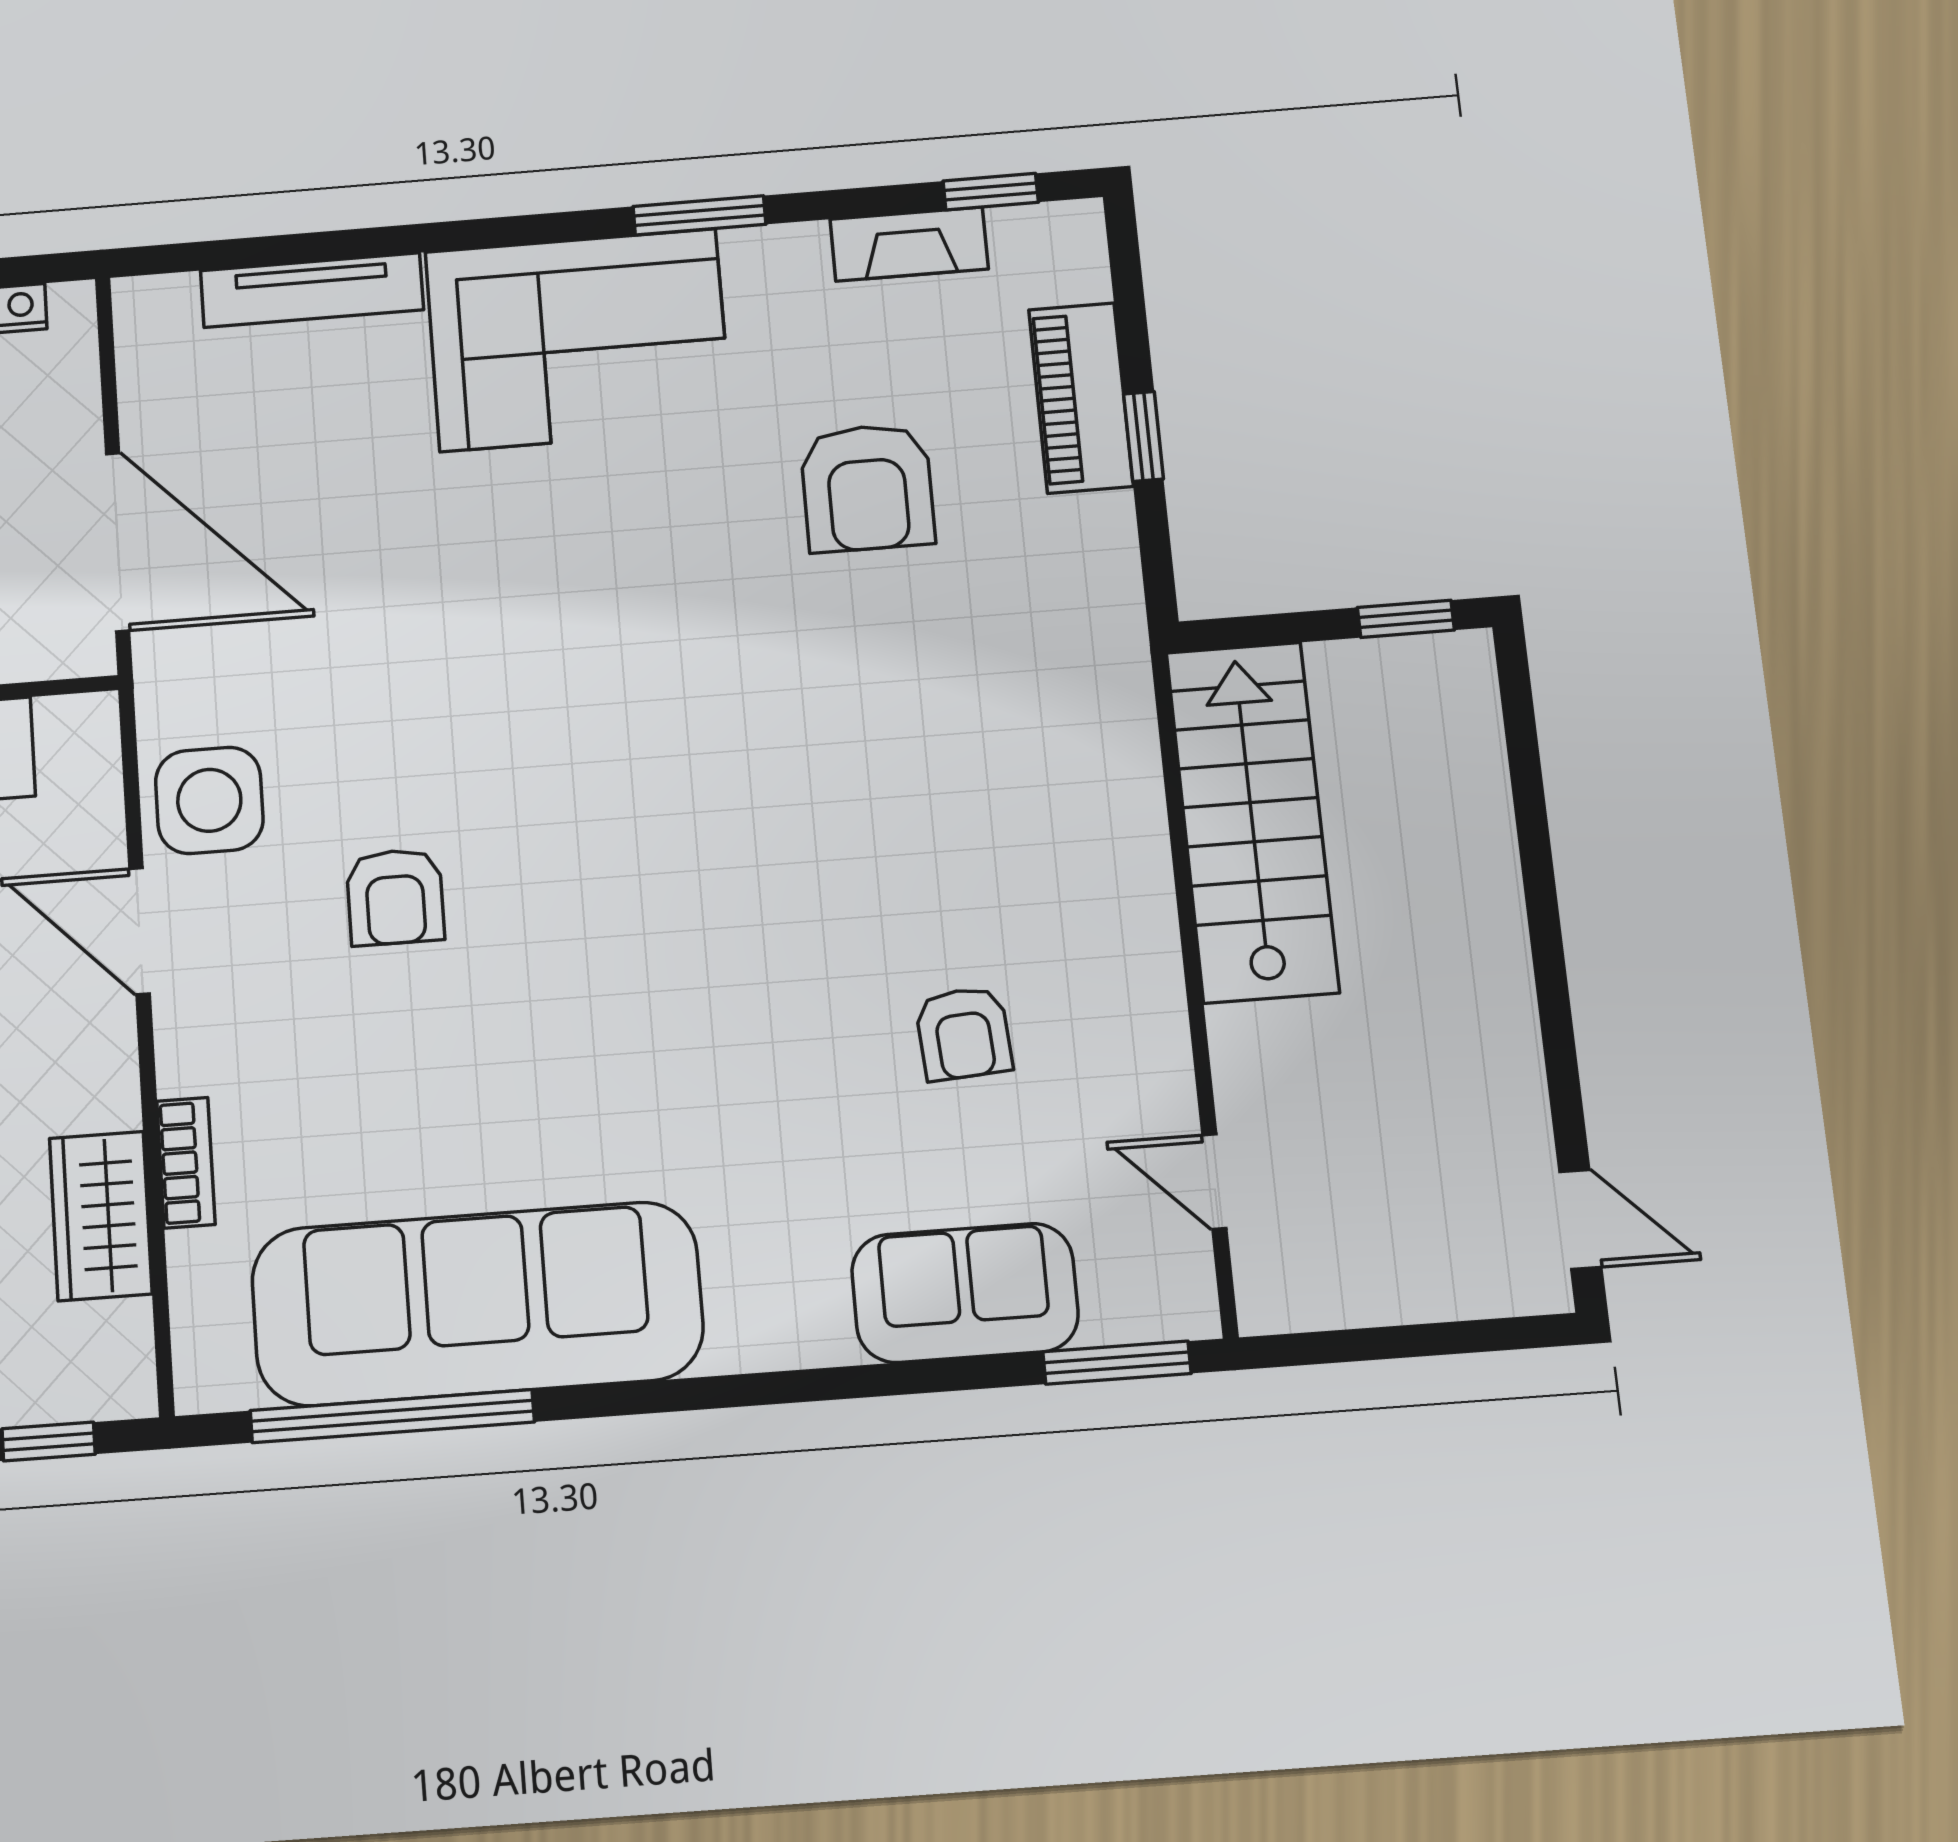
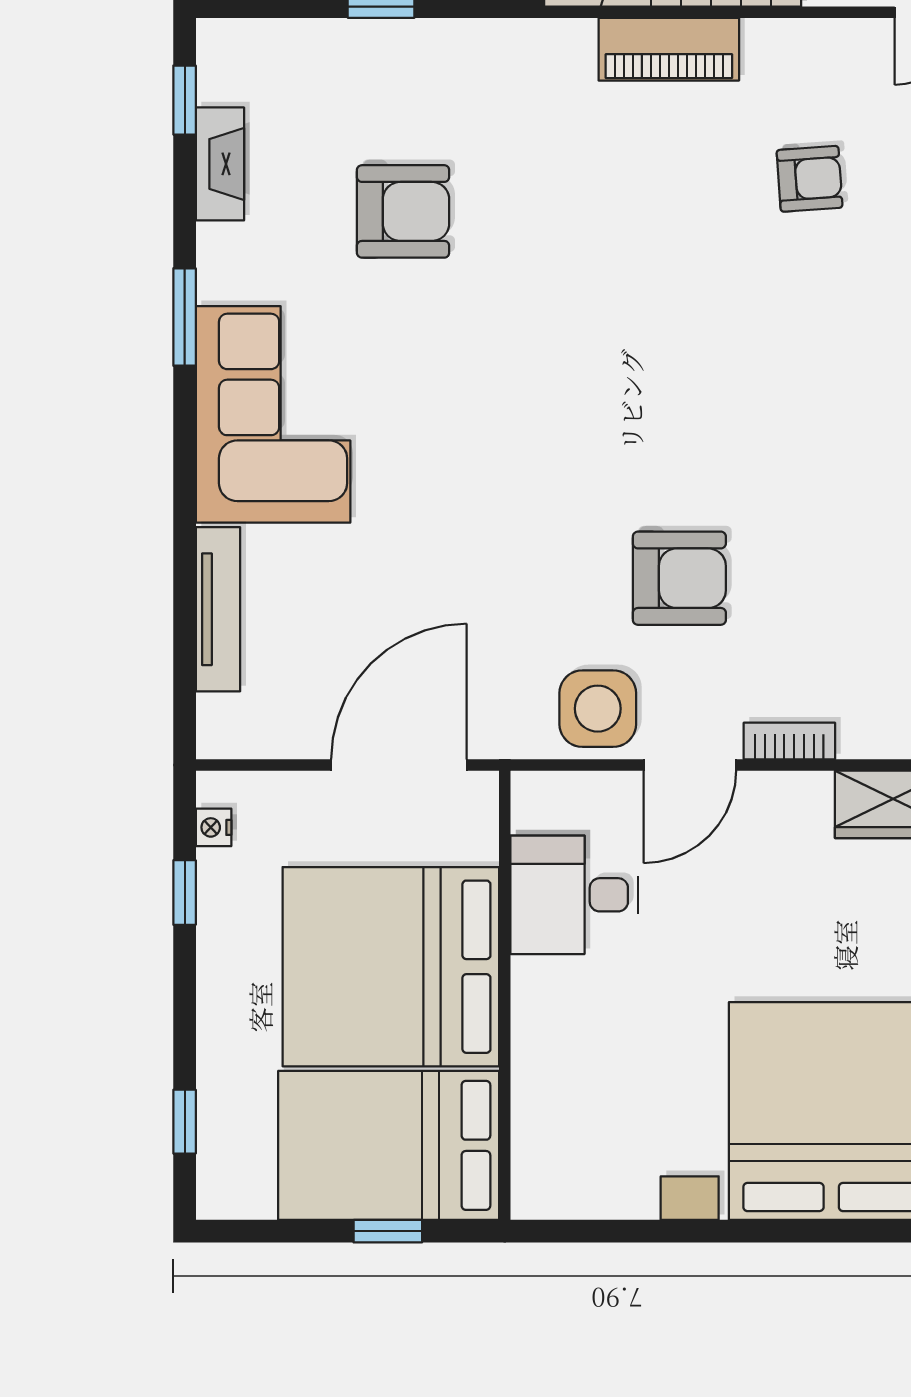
piano: (1081, 398) -> (669, 49), moved
armchair: (395, 897) -> (679, 578), width x1.38, depth x1.38
bookcase: (186, 1163) -> (789, 741), moved

